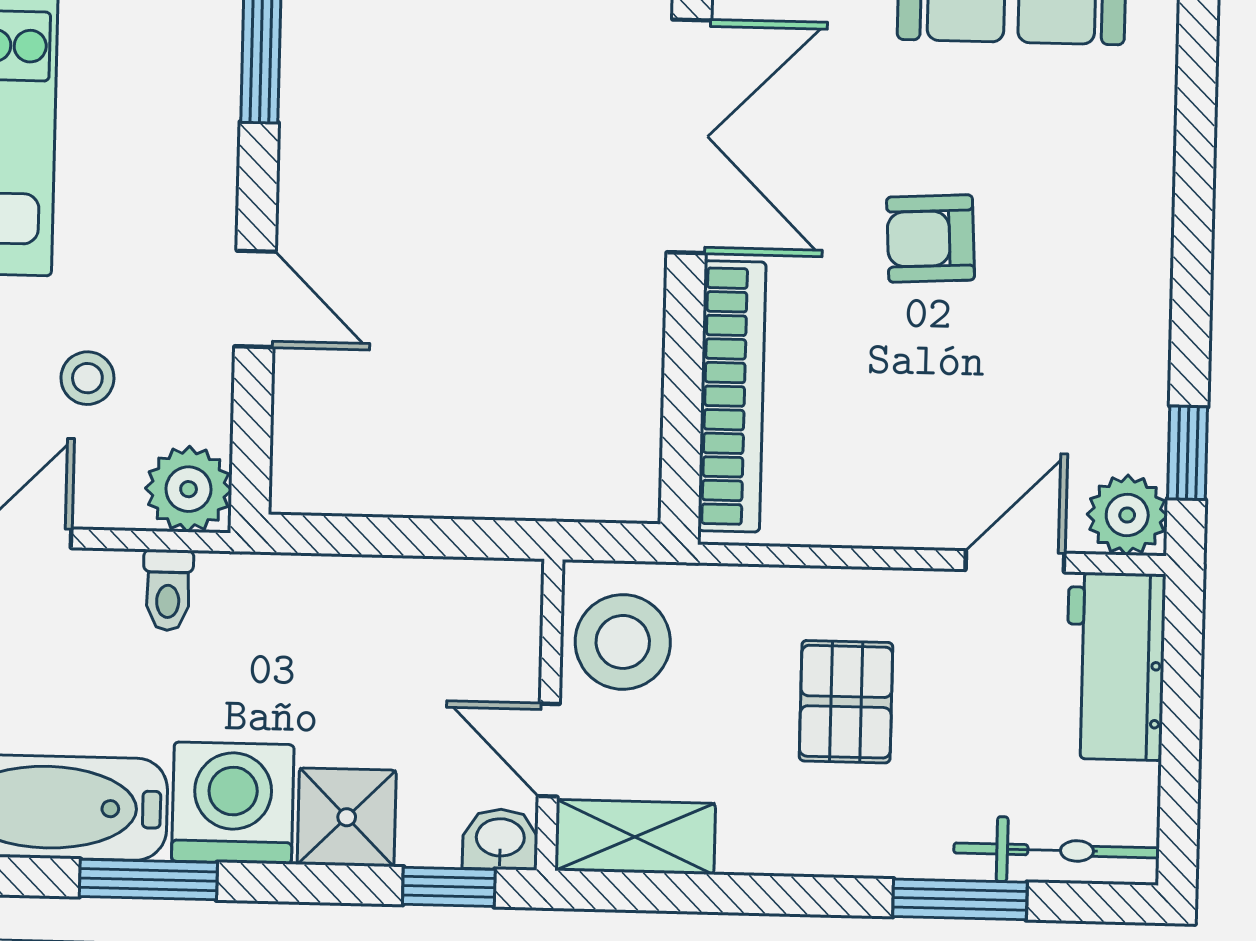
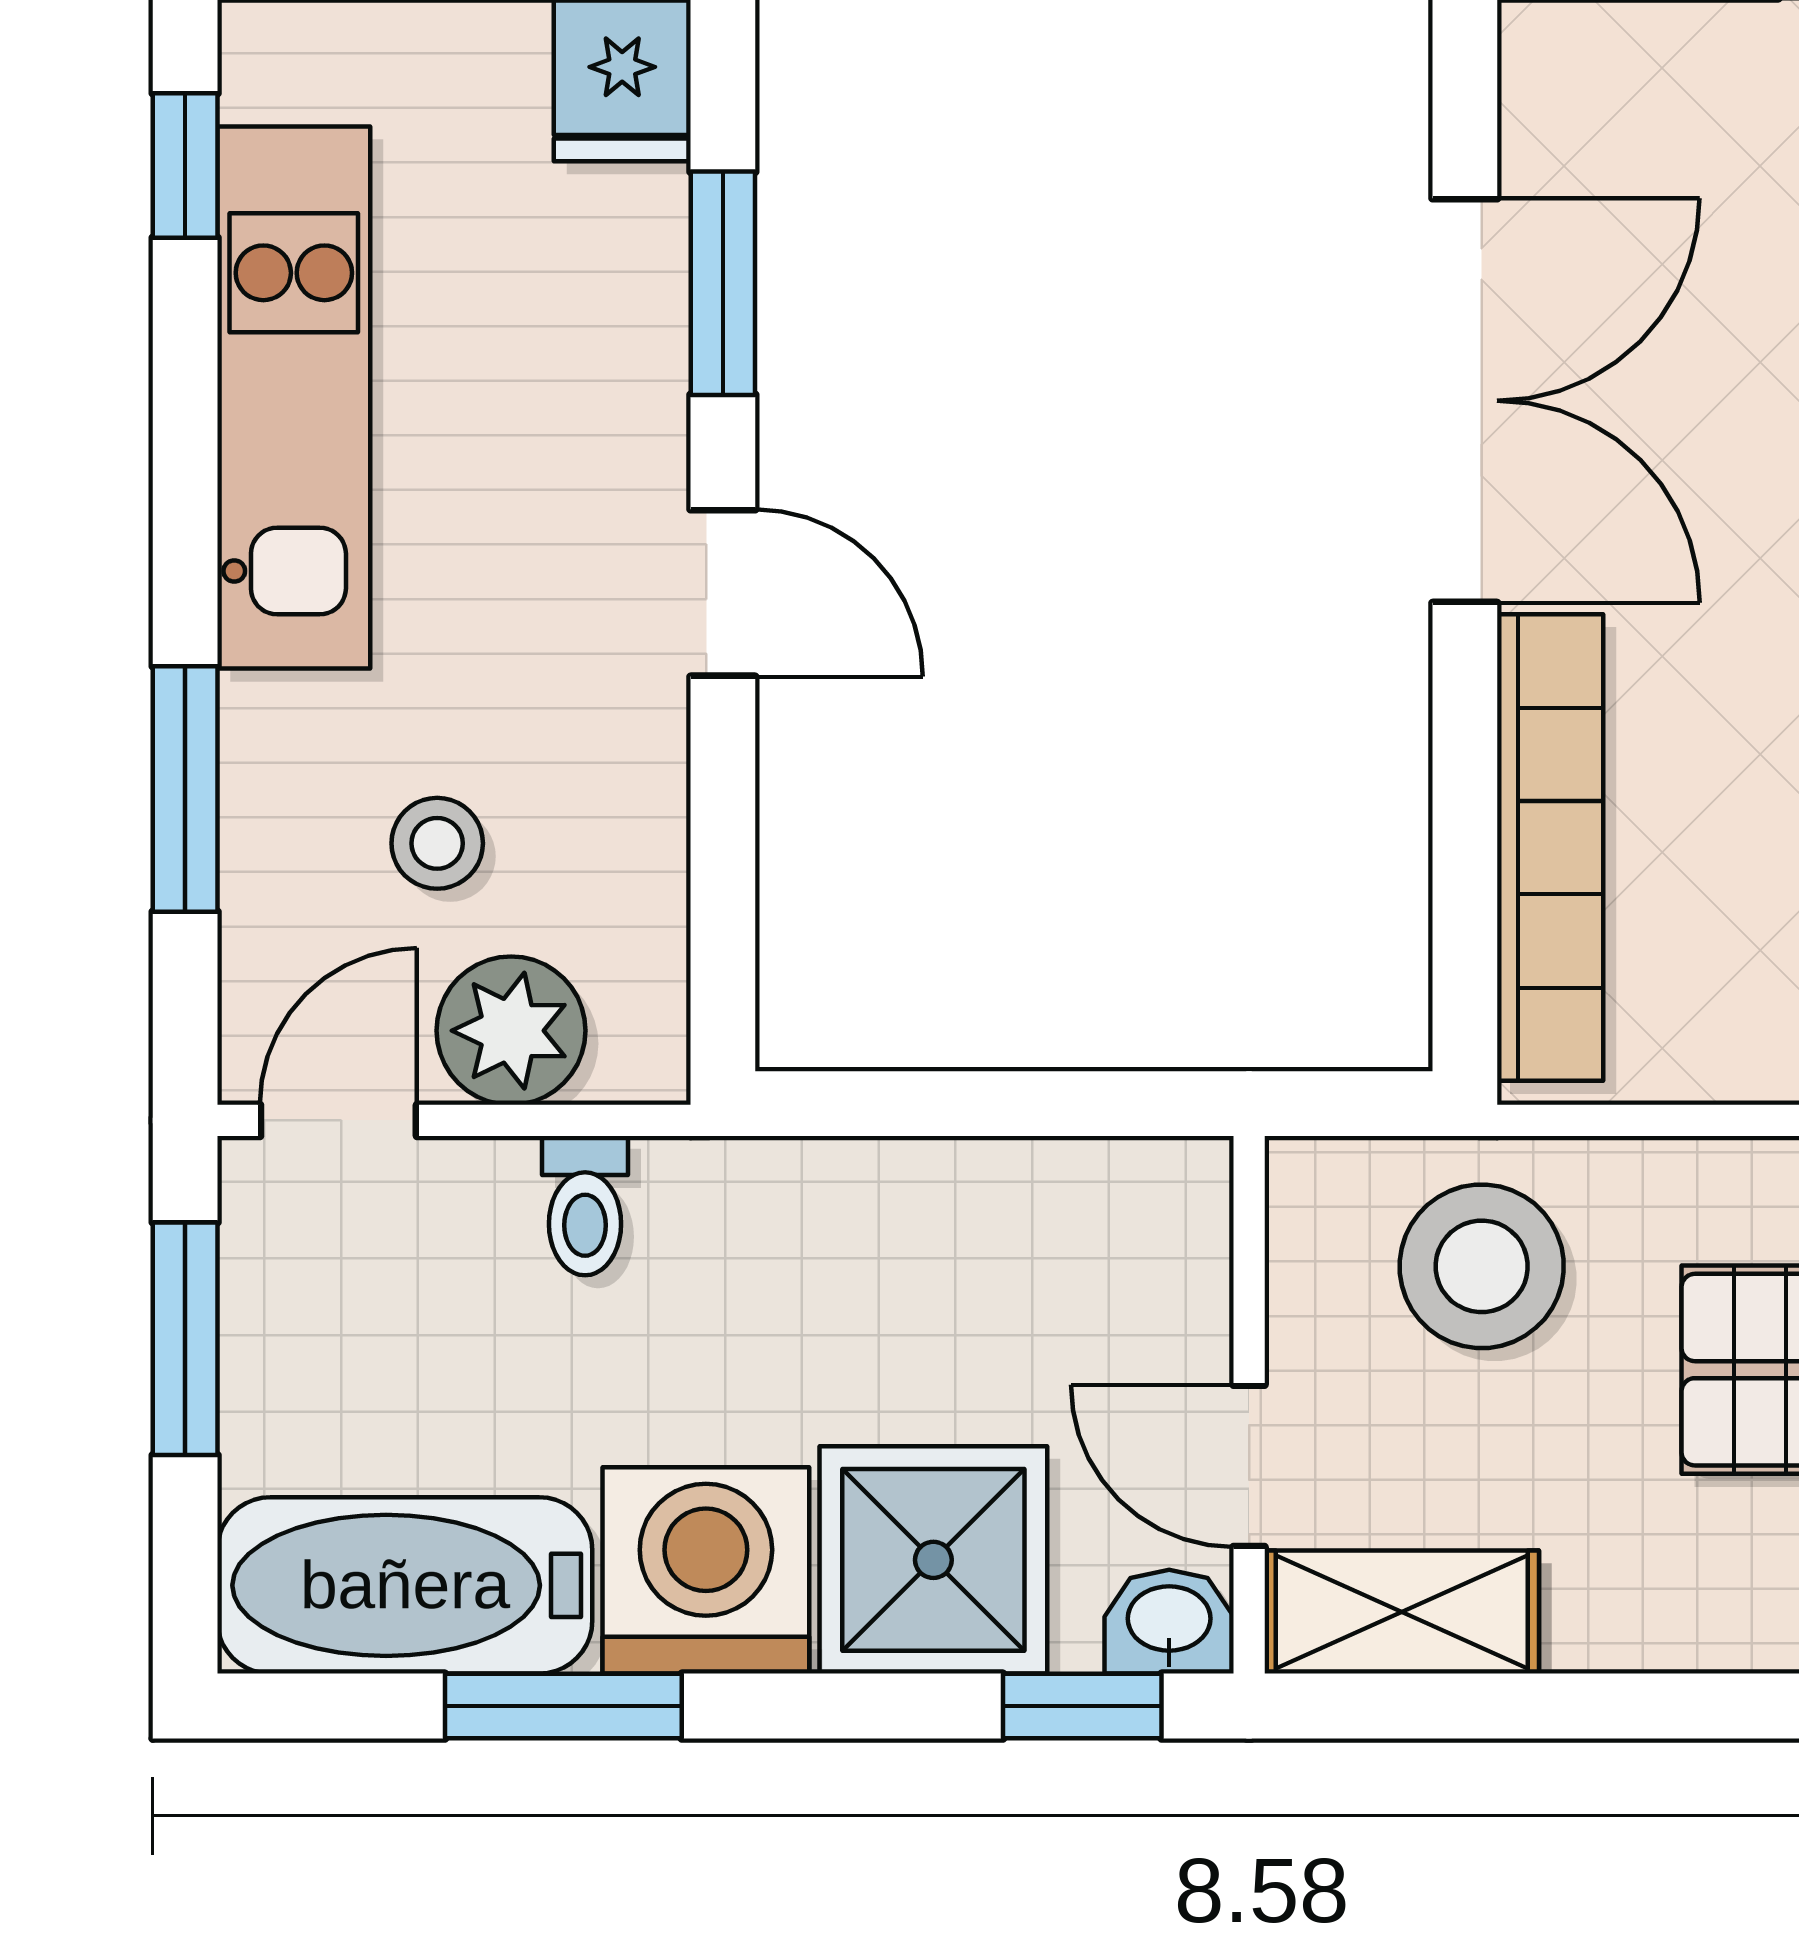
door: (255, 299) -> (723, 593), moved
plant: (189, 489) -> (511, 1031), moved
stool: (623, 642) -> (1482, 1266), moved
shower: (347, 817) -> (933, 1560), width x1.36, depth x1.36

